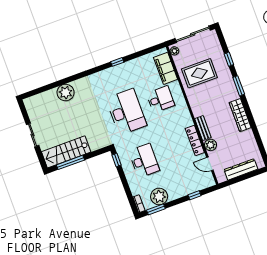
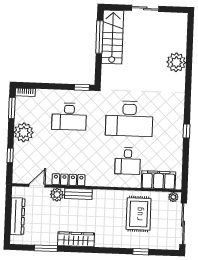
window: (239, 86) -> (46, 248), moved
plant: (159, 196) -> (24, 132), moved

